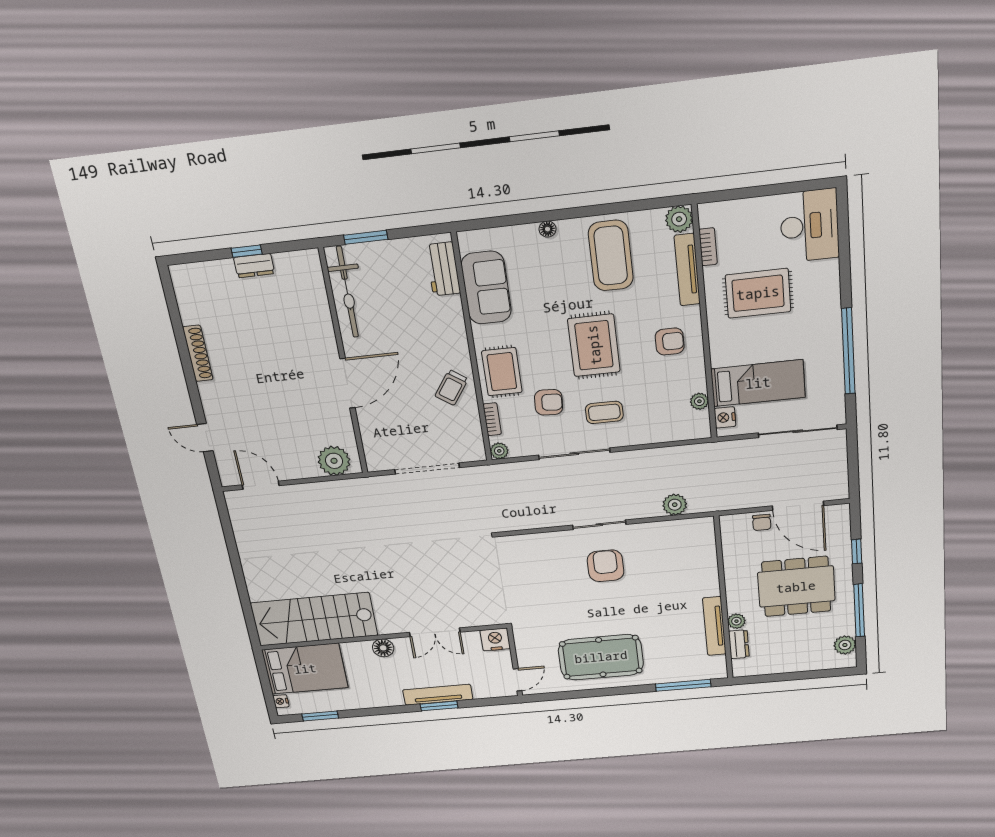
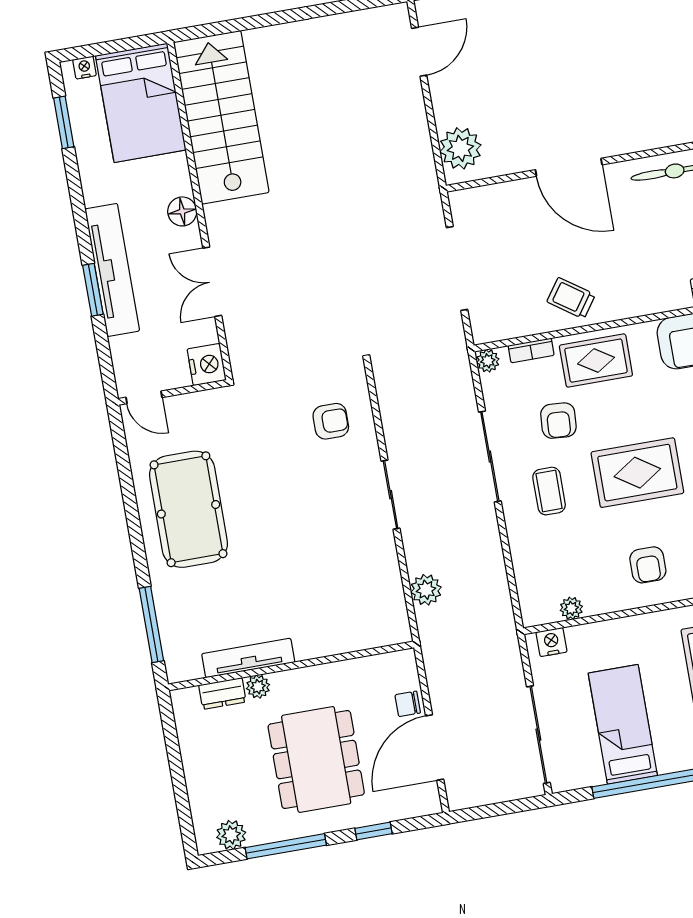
bed: (758, 383) -> (623, 724), moved, turned 180
armchair: (606, 566) -> (331, 421), moved, width x0.72, depth x0.72
tv unit: (438, 695) -> (112, 270), width x1.36, depth x1.29

